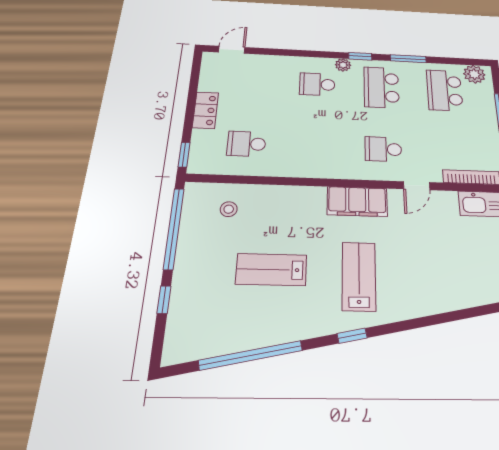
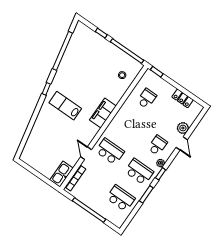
door: (232, 50) -> (182, 143), moved
plant: (474, 74) -> (183, 128), moved
locker: (206, 110) -> (183, 98), moved
school desk: (383, 149) -> (110, 151), width x1.85
filing cabinet: (357, 202) -> (103, 113), moved
lab bench: (271, 270) -> (88, 76), removed
lab bench: (359, 276) -> (65, 106), turned 180

